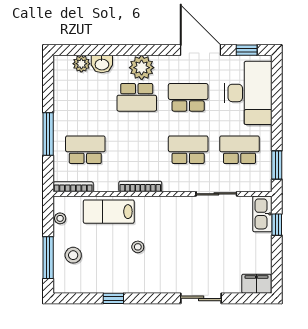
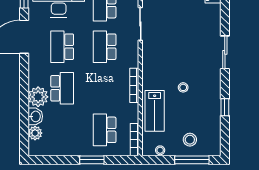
plant: (142, 68) -> (38, 97), moved
window: (48, 134) -> (92, 160), width x0.69
sliding door: (201, 298) -> (225, 52), moved

